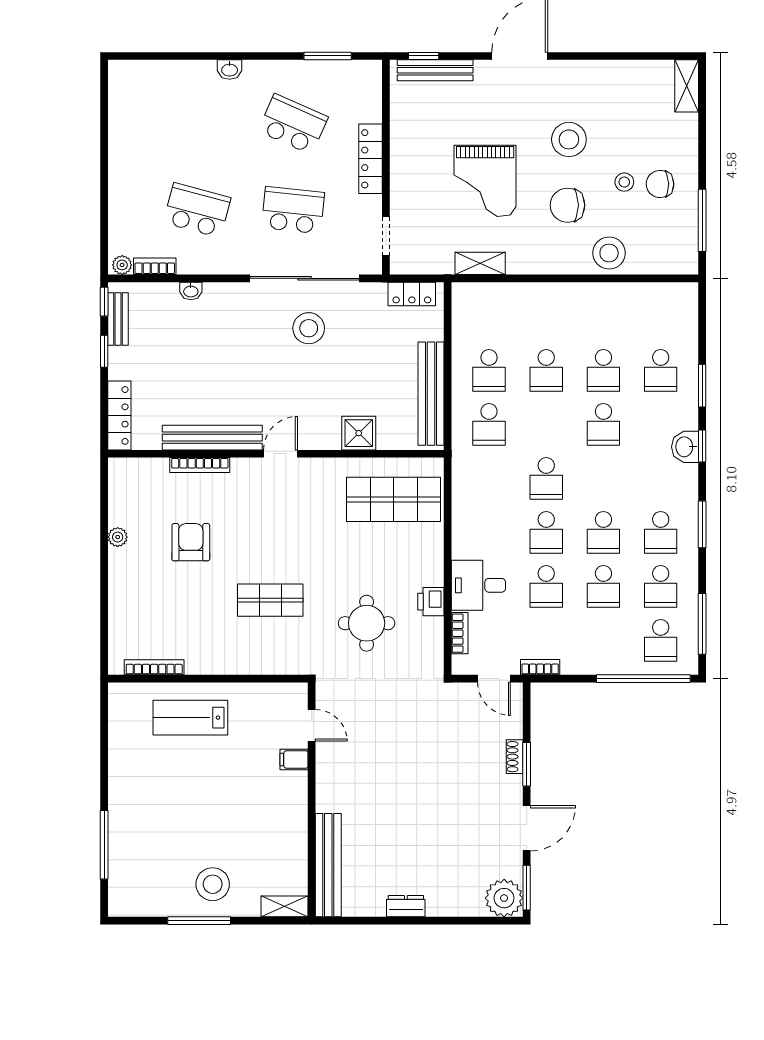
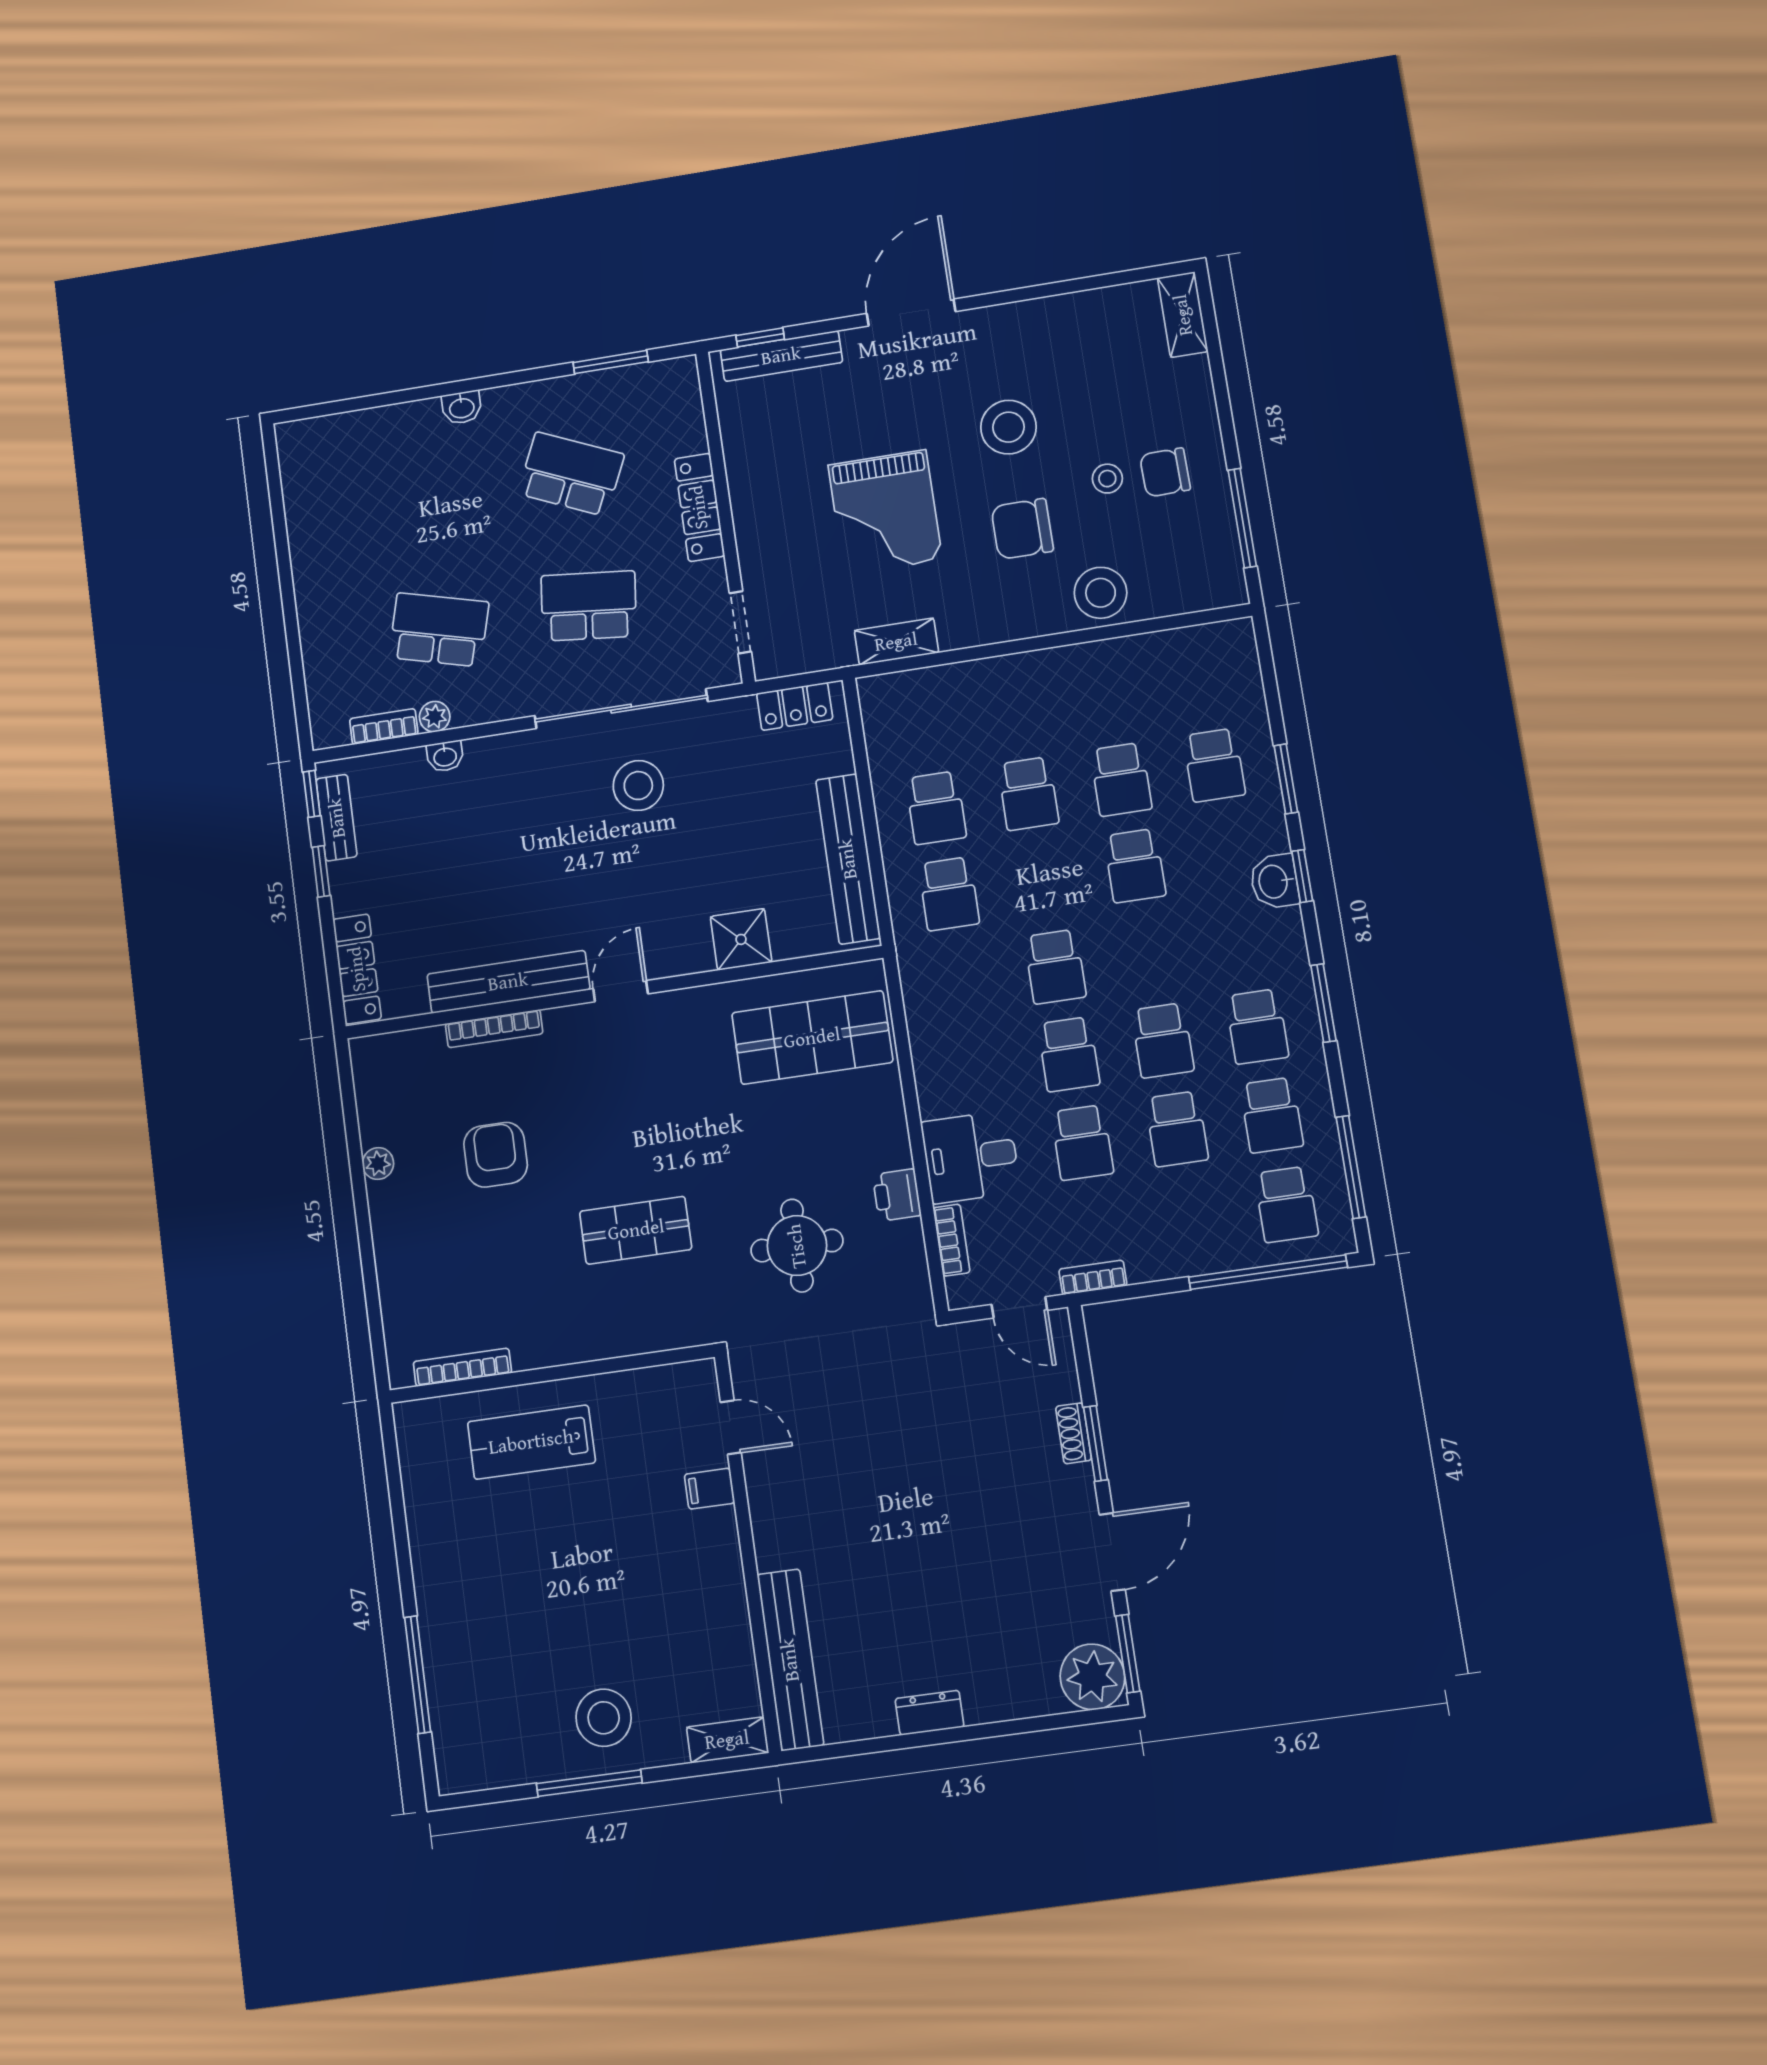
plant: (122, 265) -> (435, 717), moved

